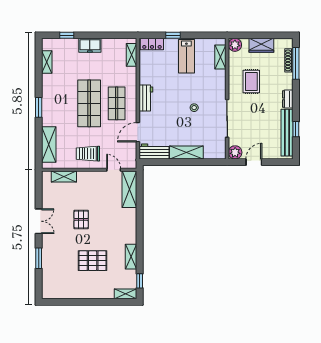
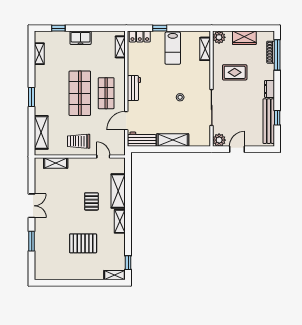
rug: (251, 82) -> (235, 72), turned 90
shelving: (129, 189) -> (118, 191), moved
pallet: (81, 219) -> (91, 201), moved
shelving: (131, 257) -> (120, 221), moved

